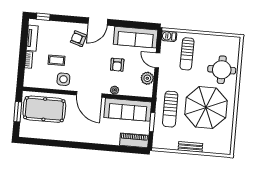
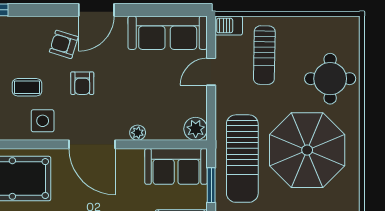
door: (157, 60) -> (211, 72), hinge flipped
armchair: (117, 65) -> (82, 83), moved
plant: (147, 78) -> (196, 129), moved
sun lounger: (170, 109) -> (242, 159), width x1.36, depth x1.34
sofa: (128, 110) -> (176, 166), width x0.73

